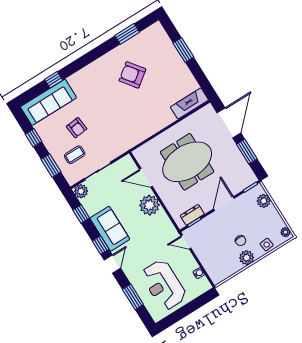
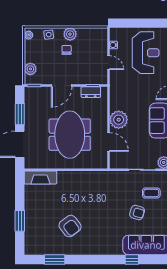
armchair: (77, 128) -> (137, 213), turned 113
meeting table: (187, 162) -> (70, 135), turned 90
door: (186, 242) -> (108, 63), moved

